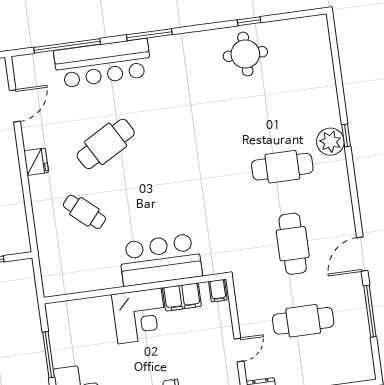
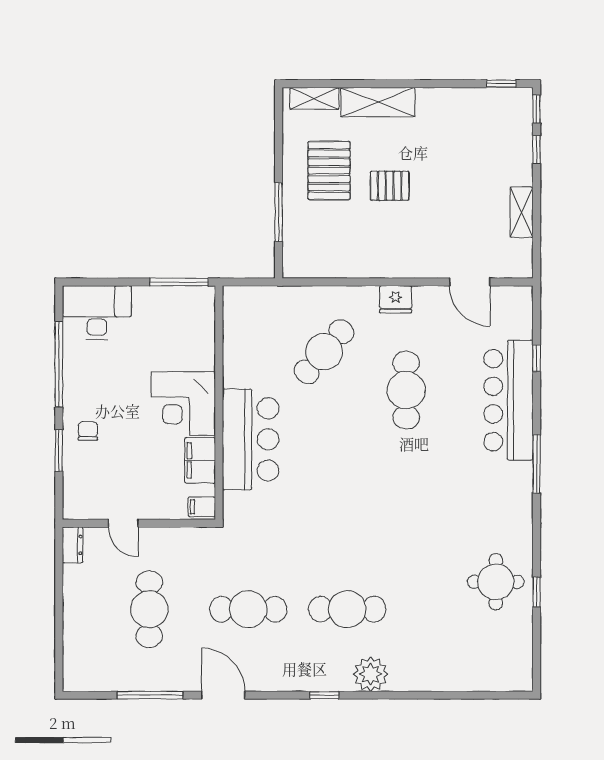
window: (67, 46) -> (537, 358), width x0.32
window: (346, 135) -> (324, 695), moved
cafe table: (106, 144) -> (406, 390), turned 30
cafe table: (282, 167) -> (347, 609), turned 90
cafe table: (84, 212) -> (324, 352), width x1.37, depth x1.35
window: (48, 355) -> (179, 282), moved

